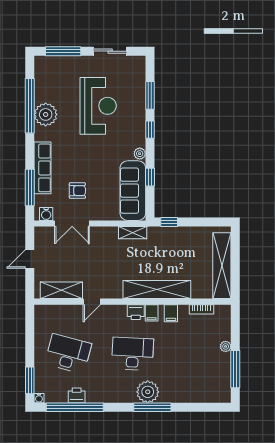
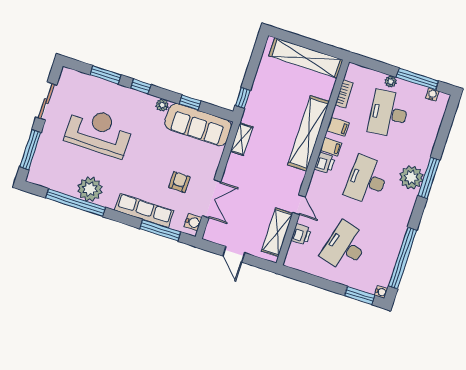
desk: (197, 354) -> (389, 114), added
water cooler: (226, 387) -> (432, 95), added
printer: (77, 395) -> (301, 234), moved, turned 180

